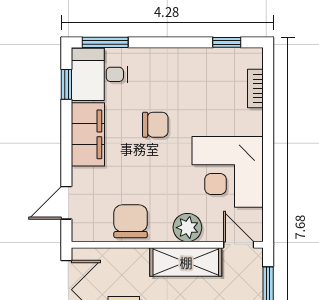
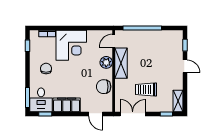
chair: (155, 125) -> (46, 69), moved
corner desk: (228, 172) -> (71, 45), moved

